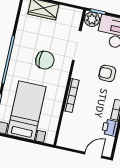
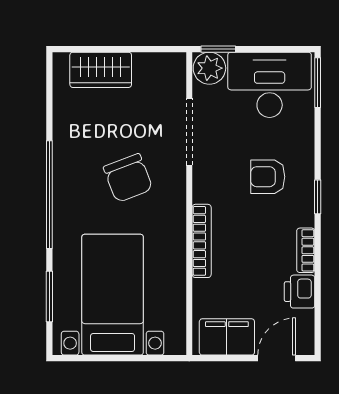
chair: (45, 60) -> (128, 178), turned 69
filing cabinet: (73, 141) -> (227, 337), added

